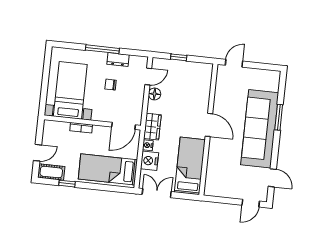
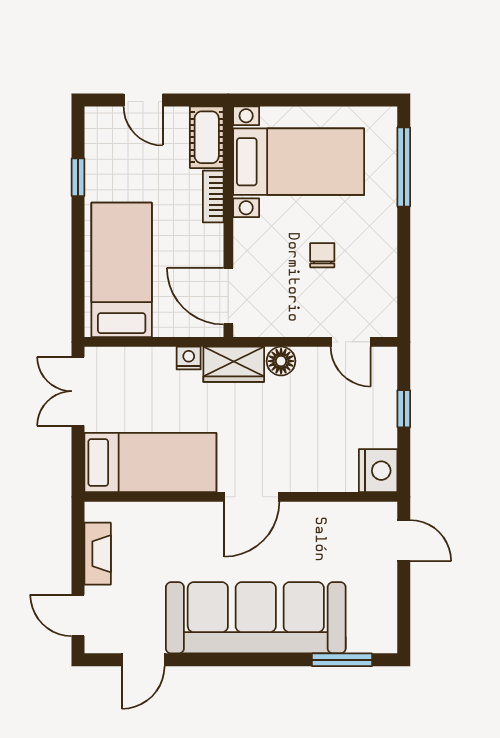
window: (102, 49) -> (404, 167), moved
dresser: (118, 60) -> (383, 266), removed
floor lamp: (155, 94) -> (281, 361), moved
window: (279, 117) -> (342, 660), moved
nightstand: (149, 161) -> (378, 471), moved, turned 90
cot: (51, 172) -> (207, 137), moved
fireplace: (226, 192) -> (98, 554), added
double door: (157, 193) -> (78, 391), swing flipped

